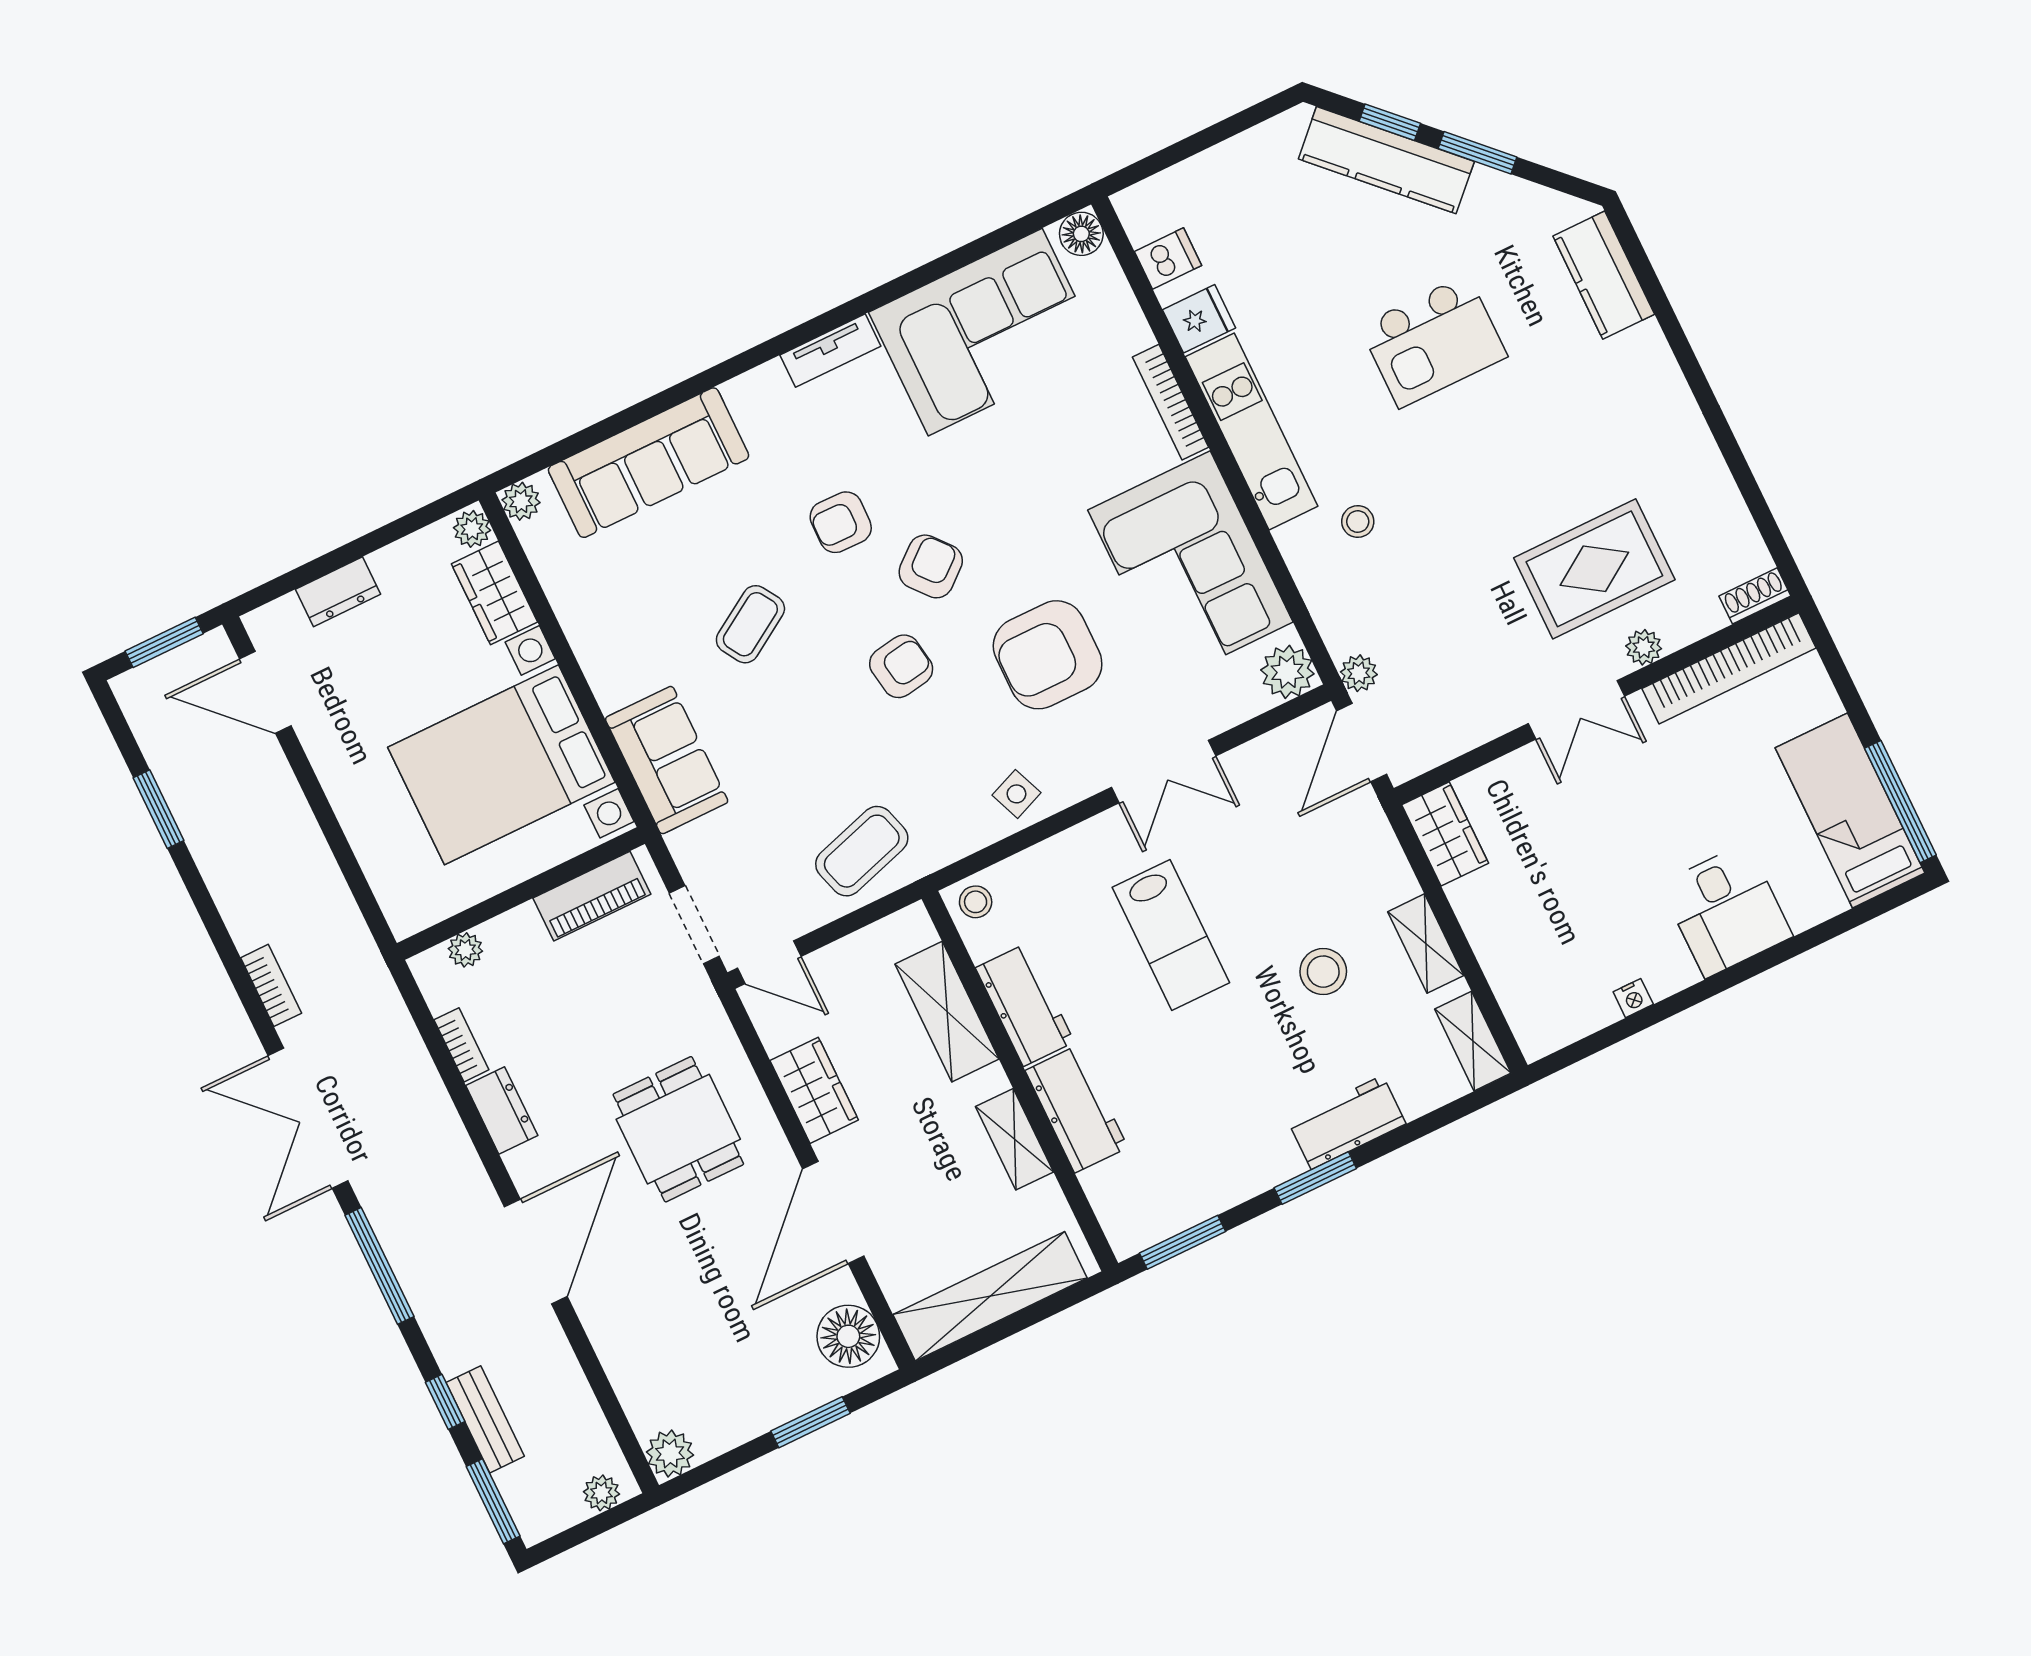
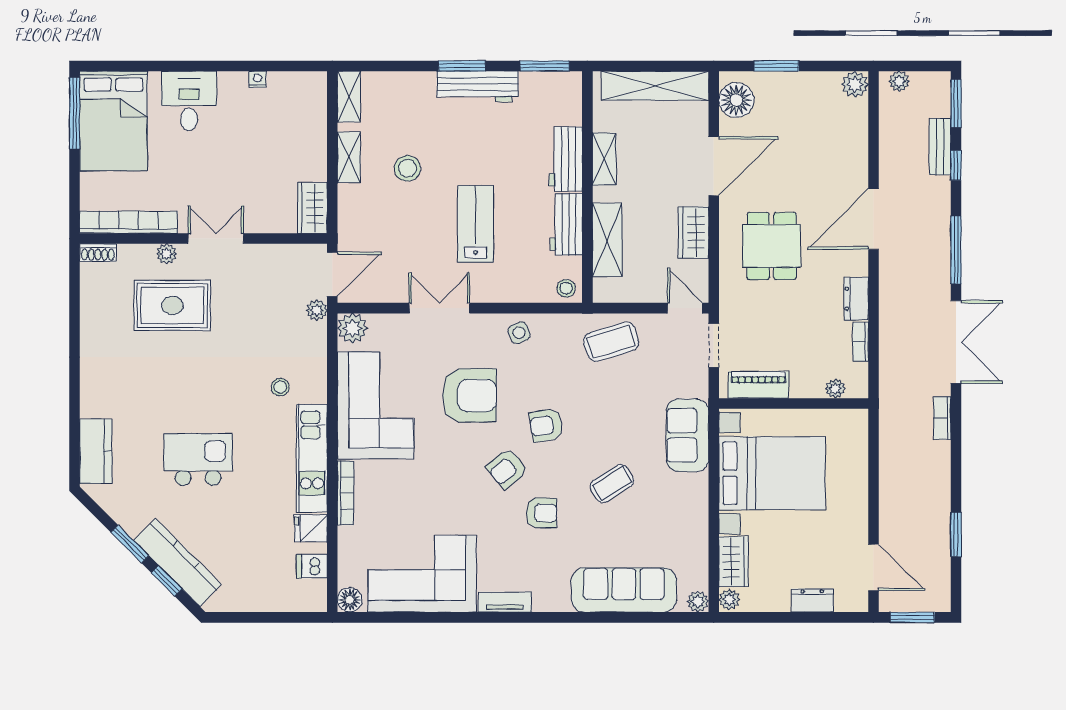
bed: (1850, 810) -> (113, 121), width x1.50
workbench: (1347, 1122) -> (478, 86), moved, width x1.38

